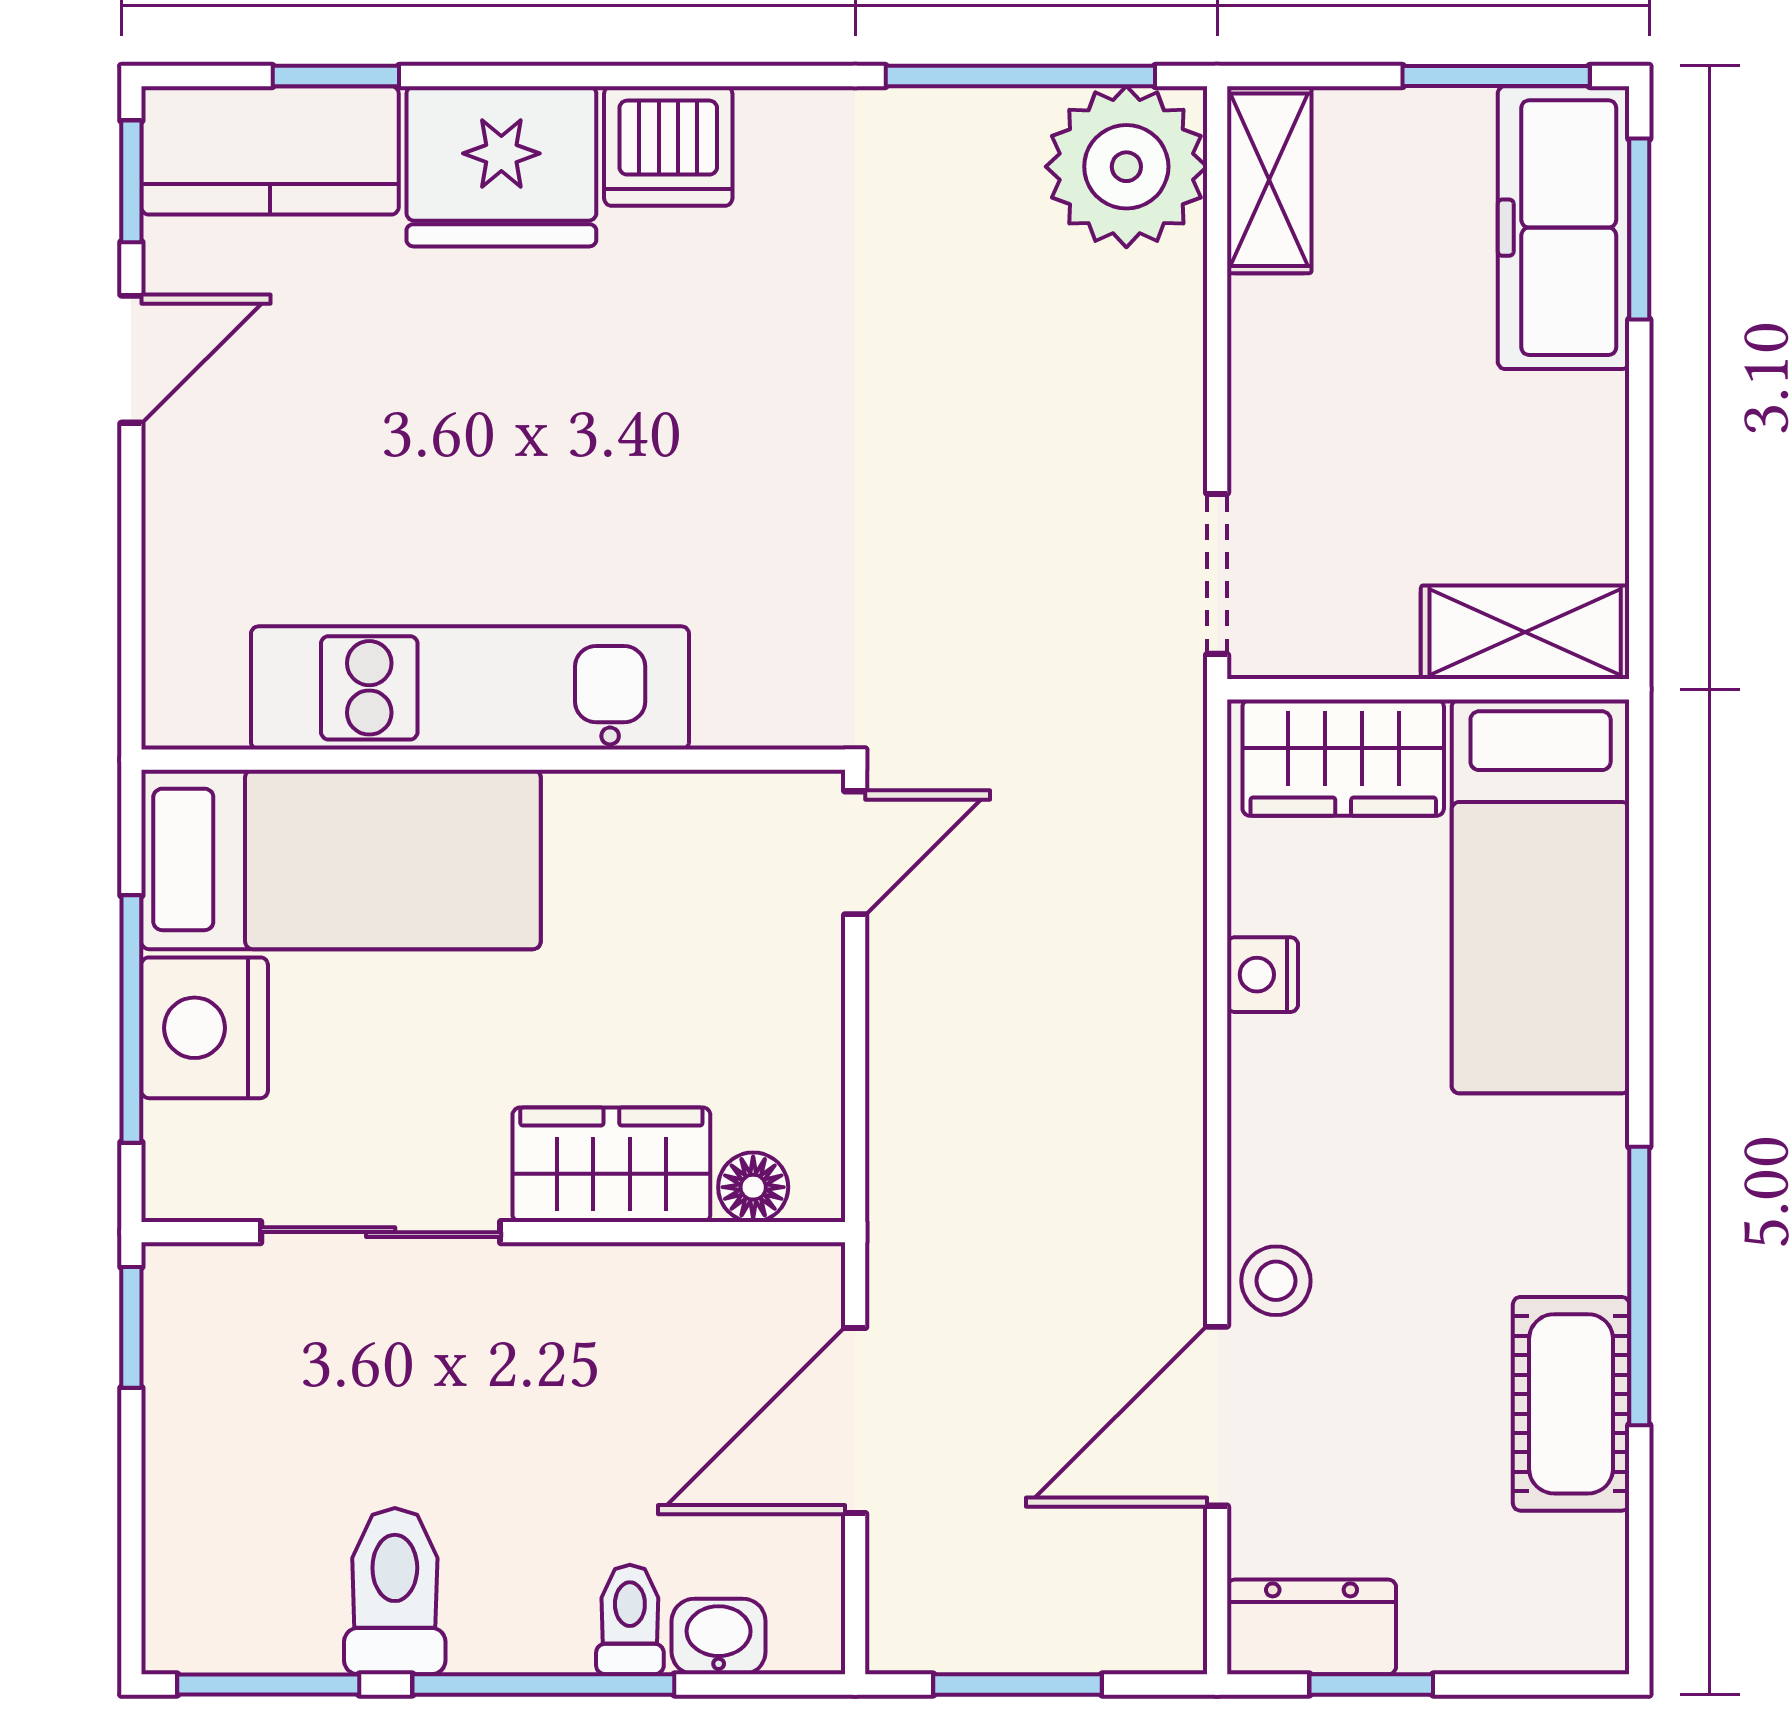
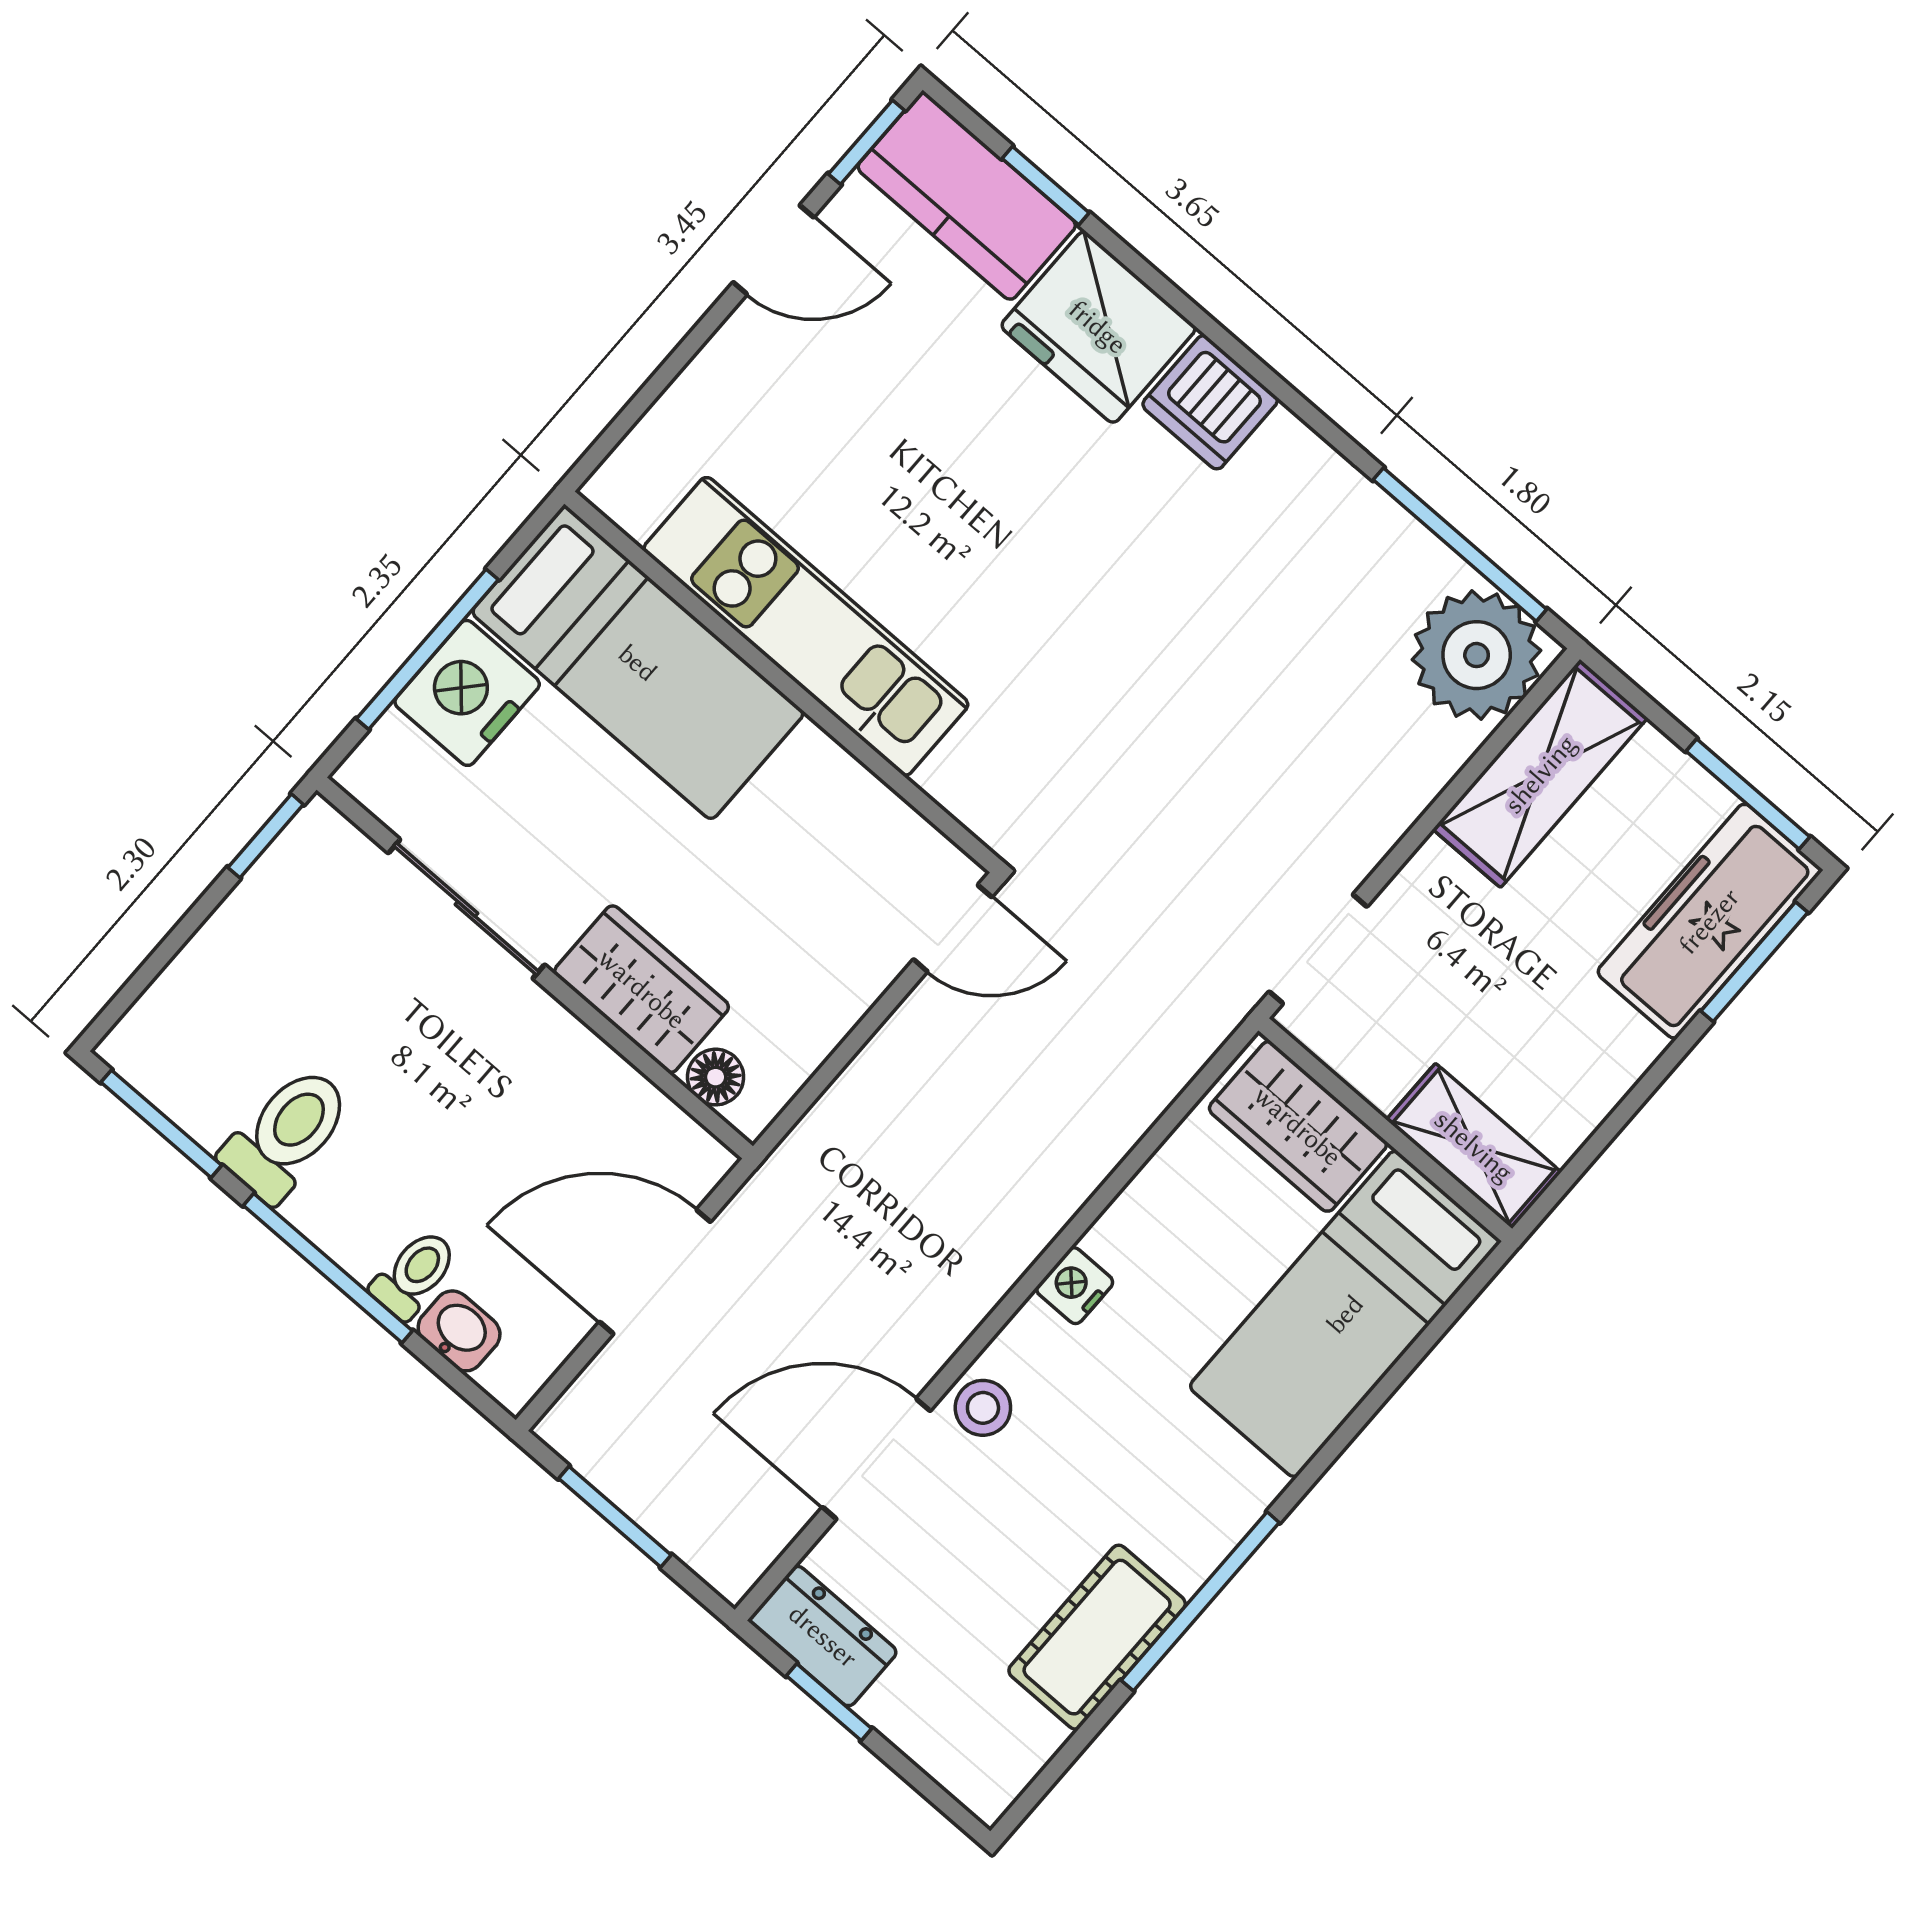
shelving: (1269, 180) -> (1540, 774), width x1.50, depth x1.33
nightstand: (1263, 975) -> (1075, 1286), moved

